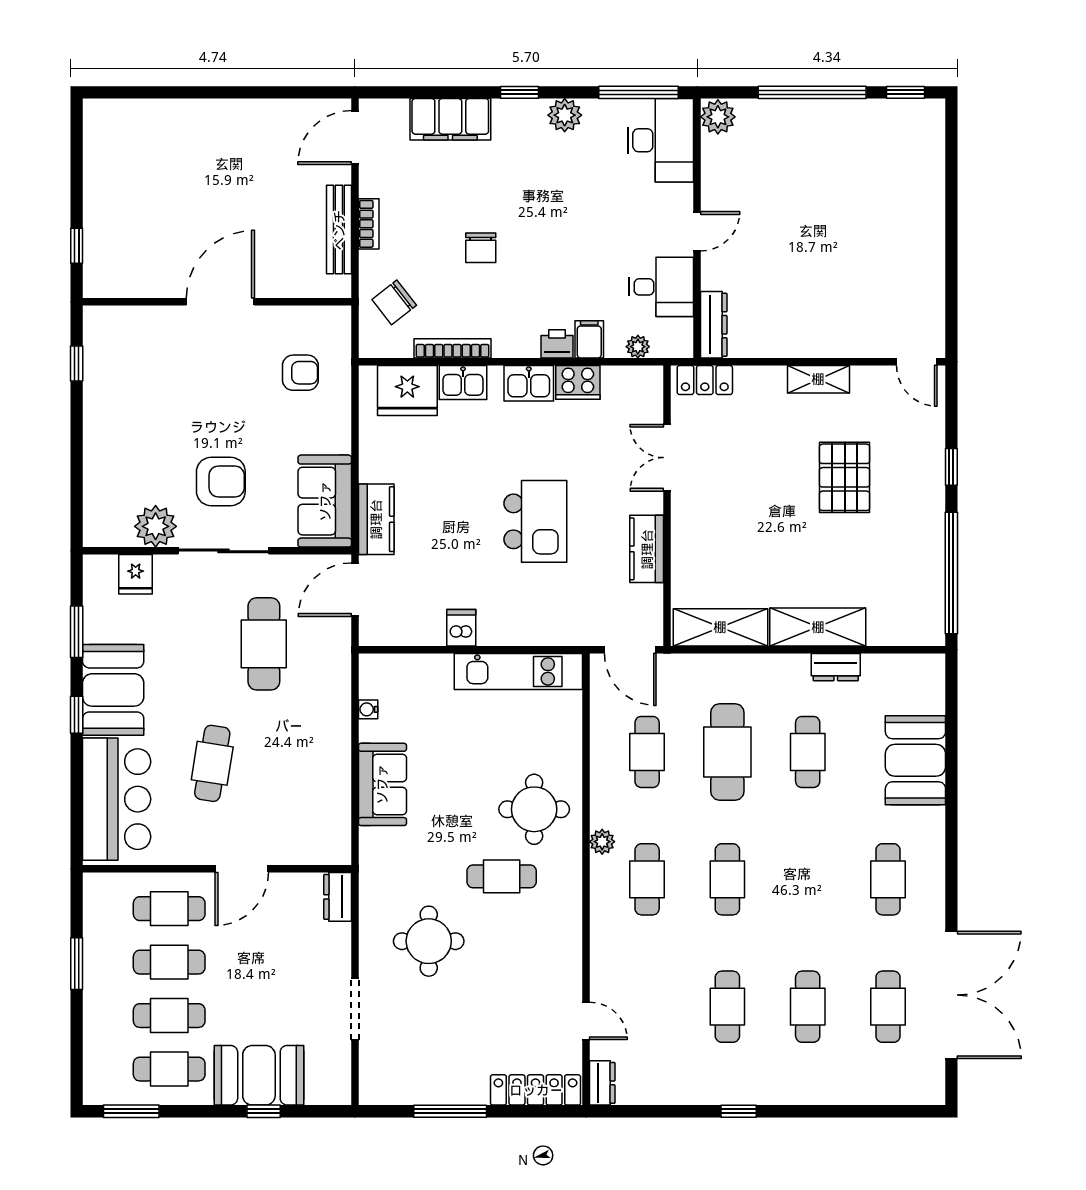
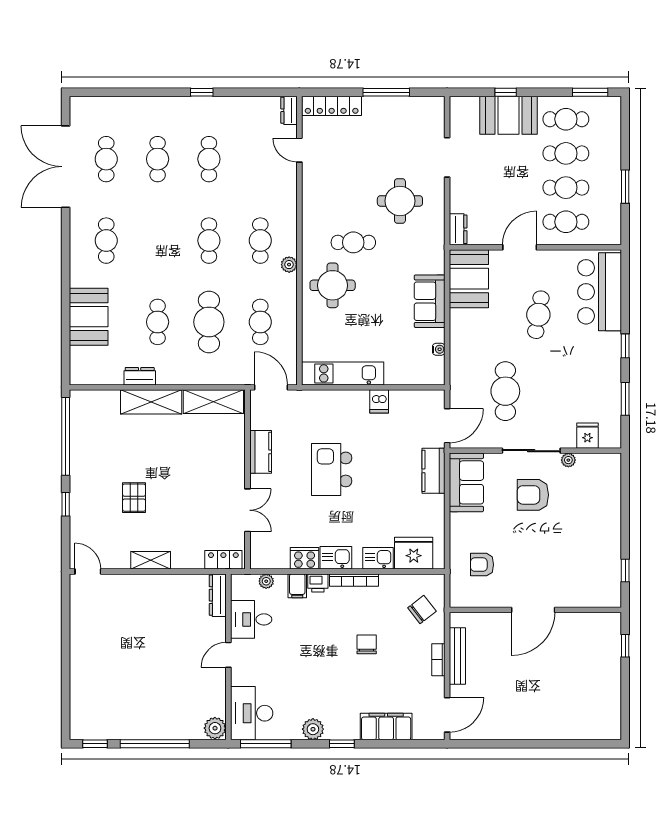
bookcase: (453, 348) -> (354, 580), moved
pallet: (845, 477) -> (134, 498), width x0.67, depth x0.71
plant: (156, 526) -> (568, 460), width x0.53, depth x0.53
booth: (113, 690) -> (469, 279), moved

